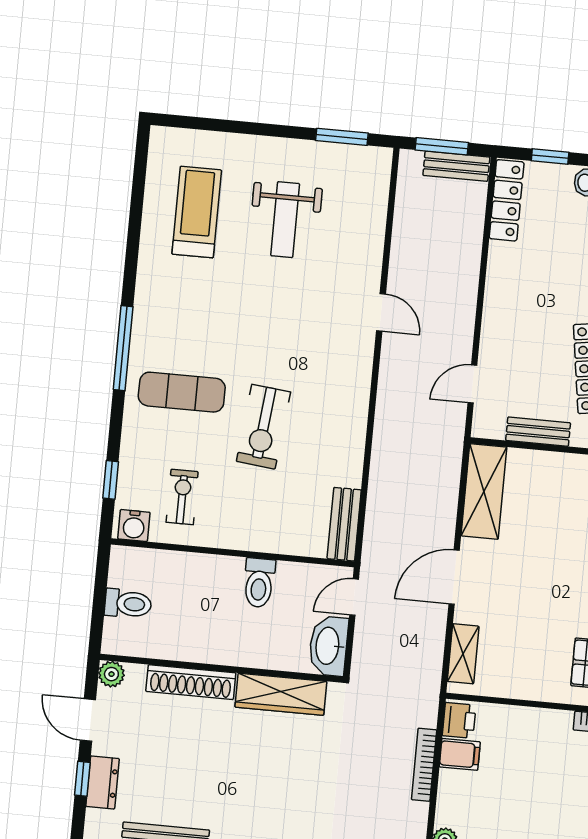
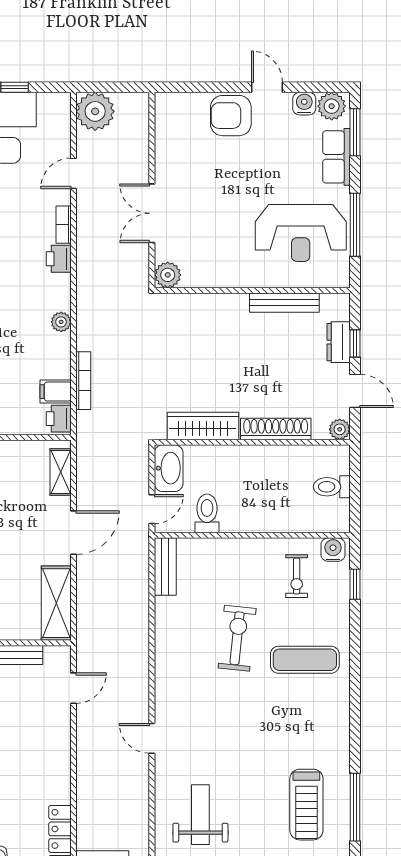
weight bench: (285, 220) -> (200, 815), moved
window: (123, 348) -> (355, 807), moved
toilet: (259, 583) -> (207, 513), moved

